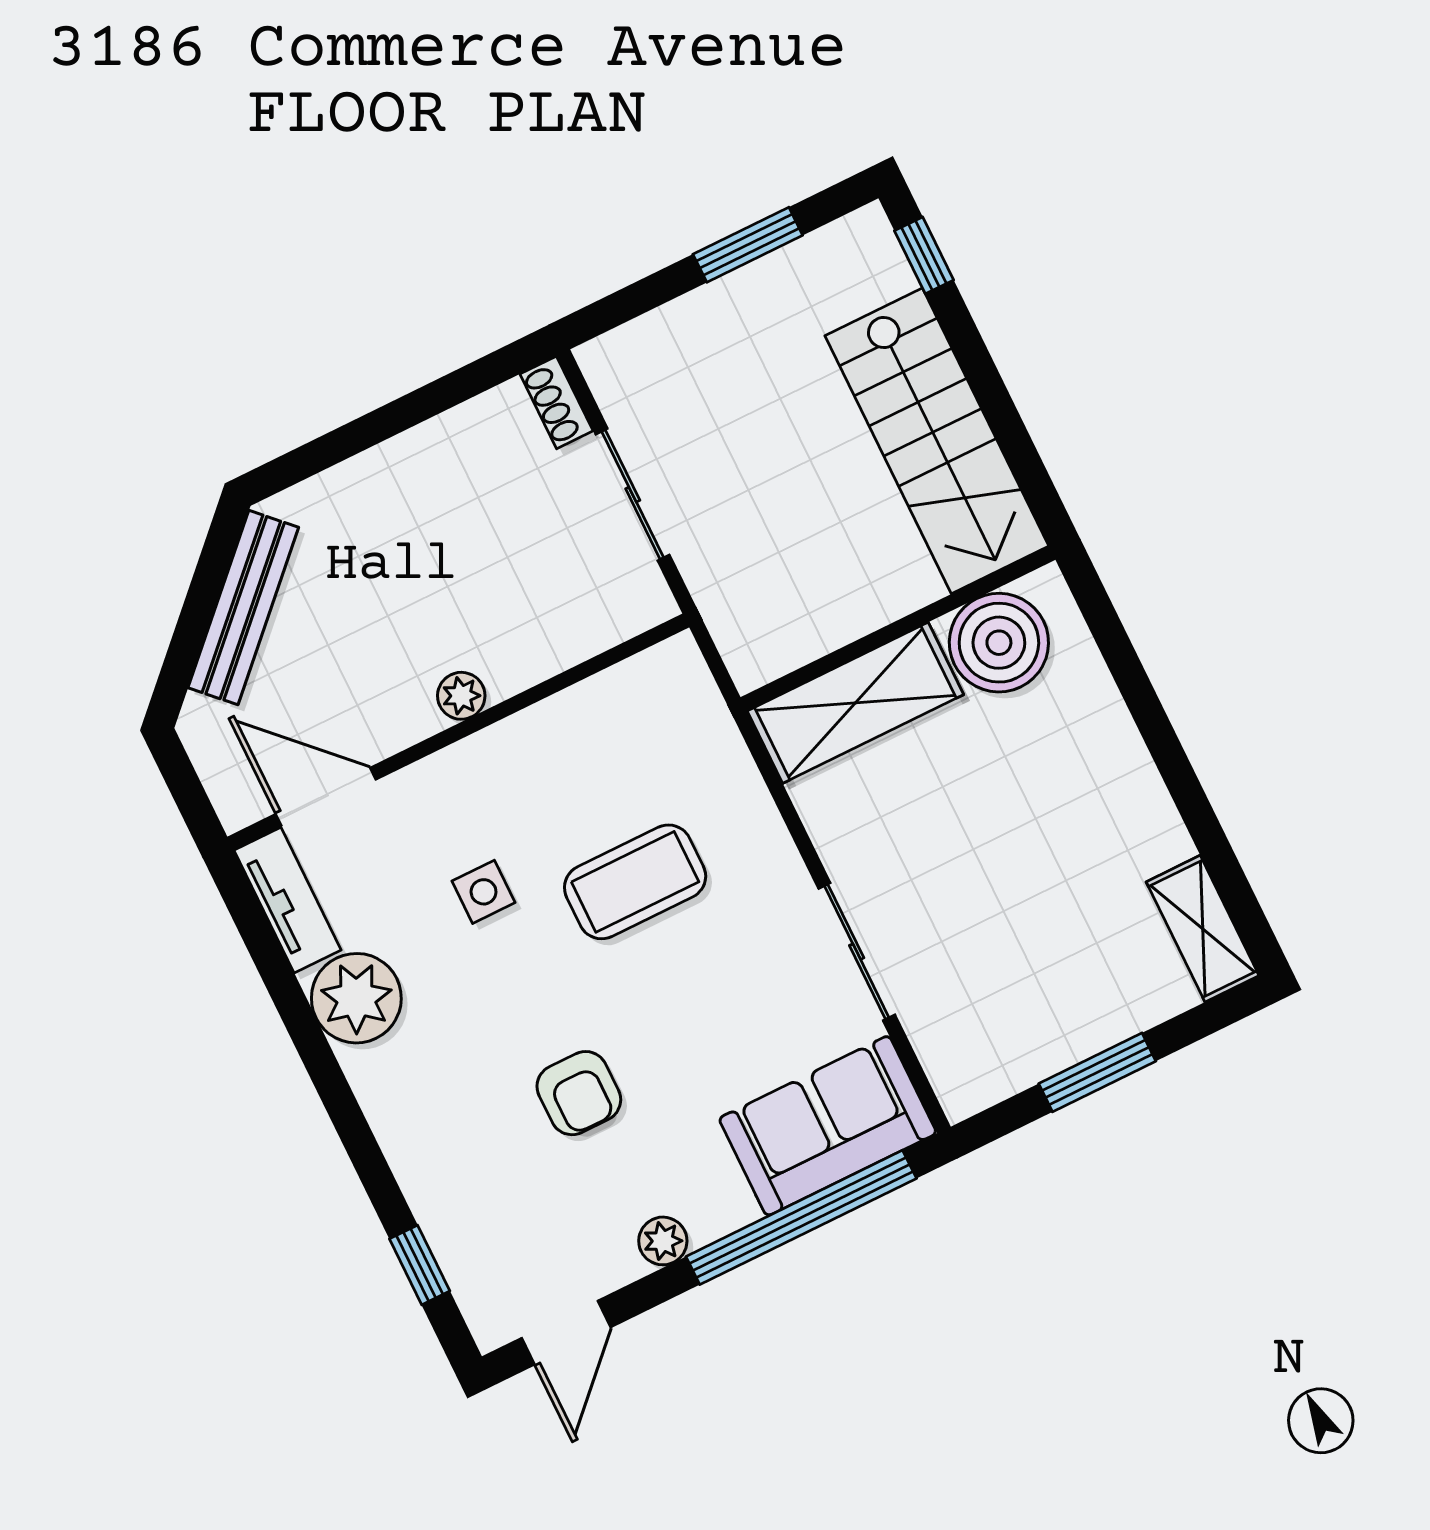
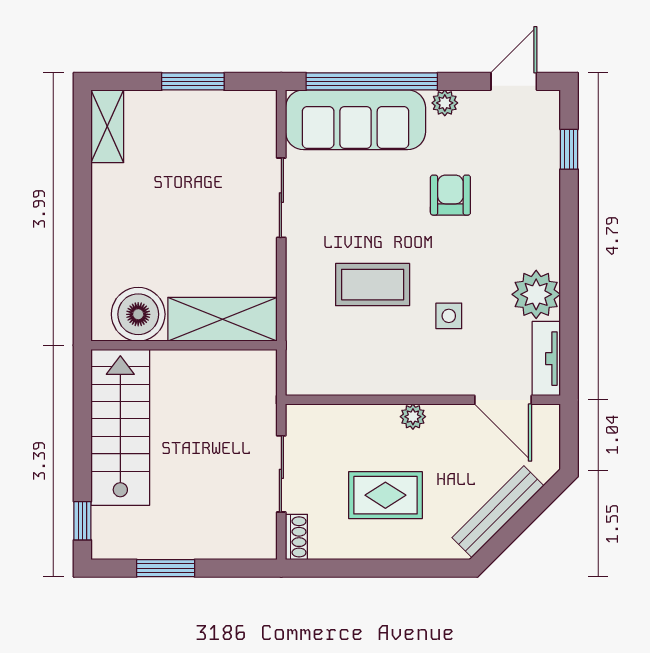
rug: (443, 544) -> (385, 495), added
sofa: (828, 1126) -> (356, 120), width x1.36

